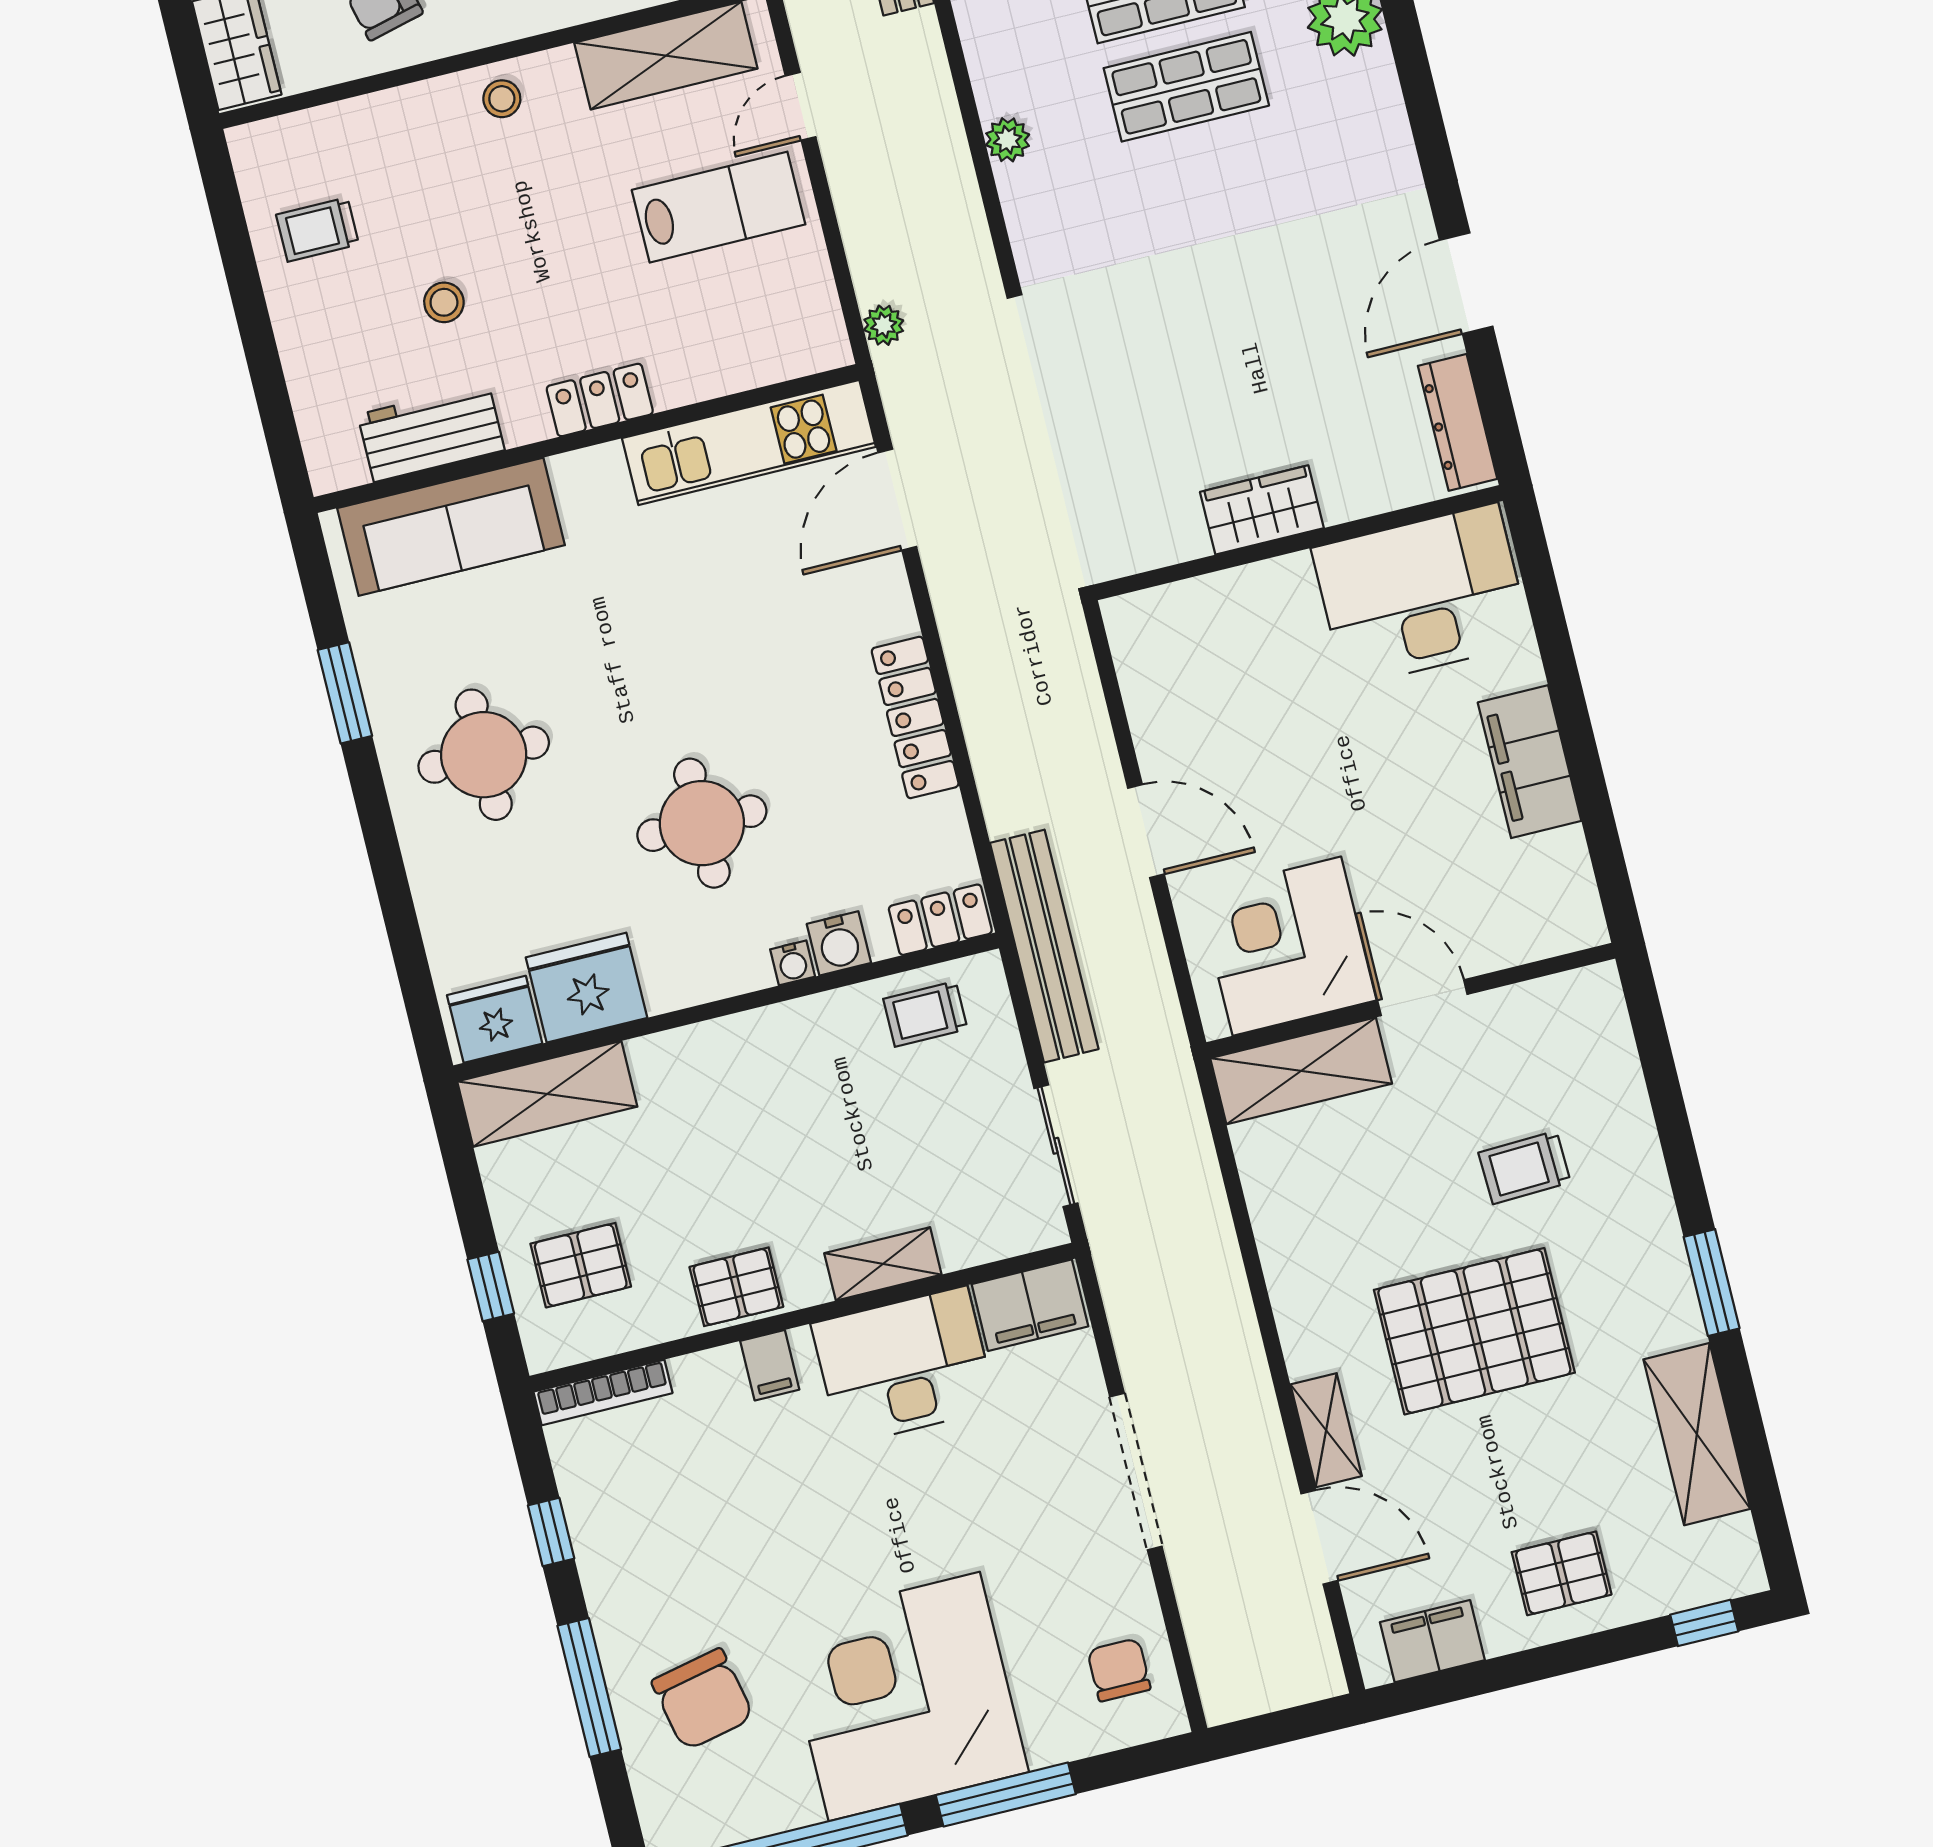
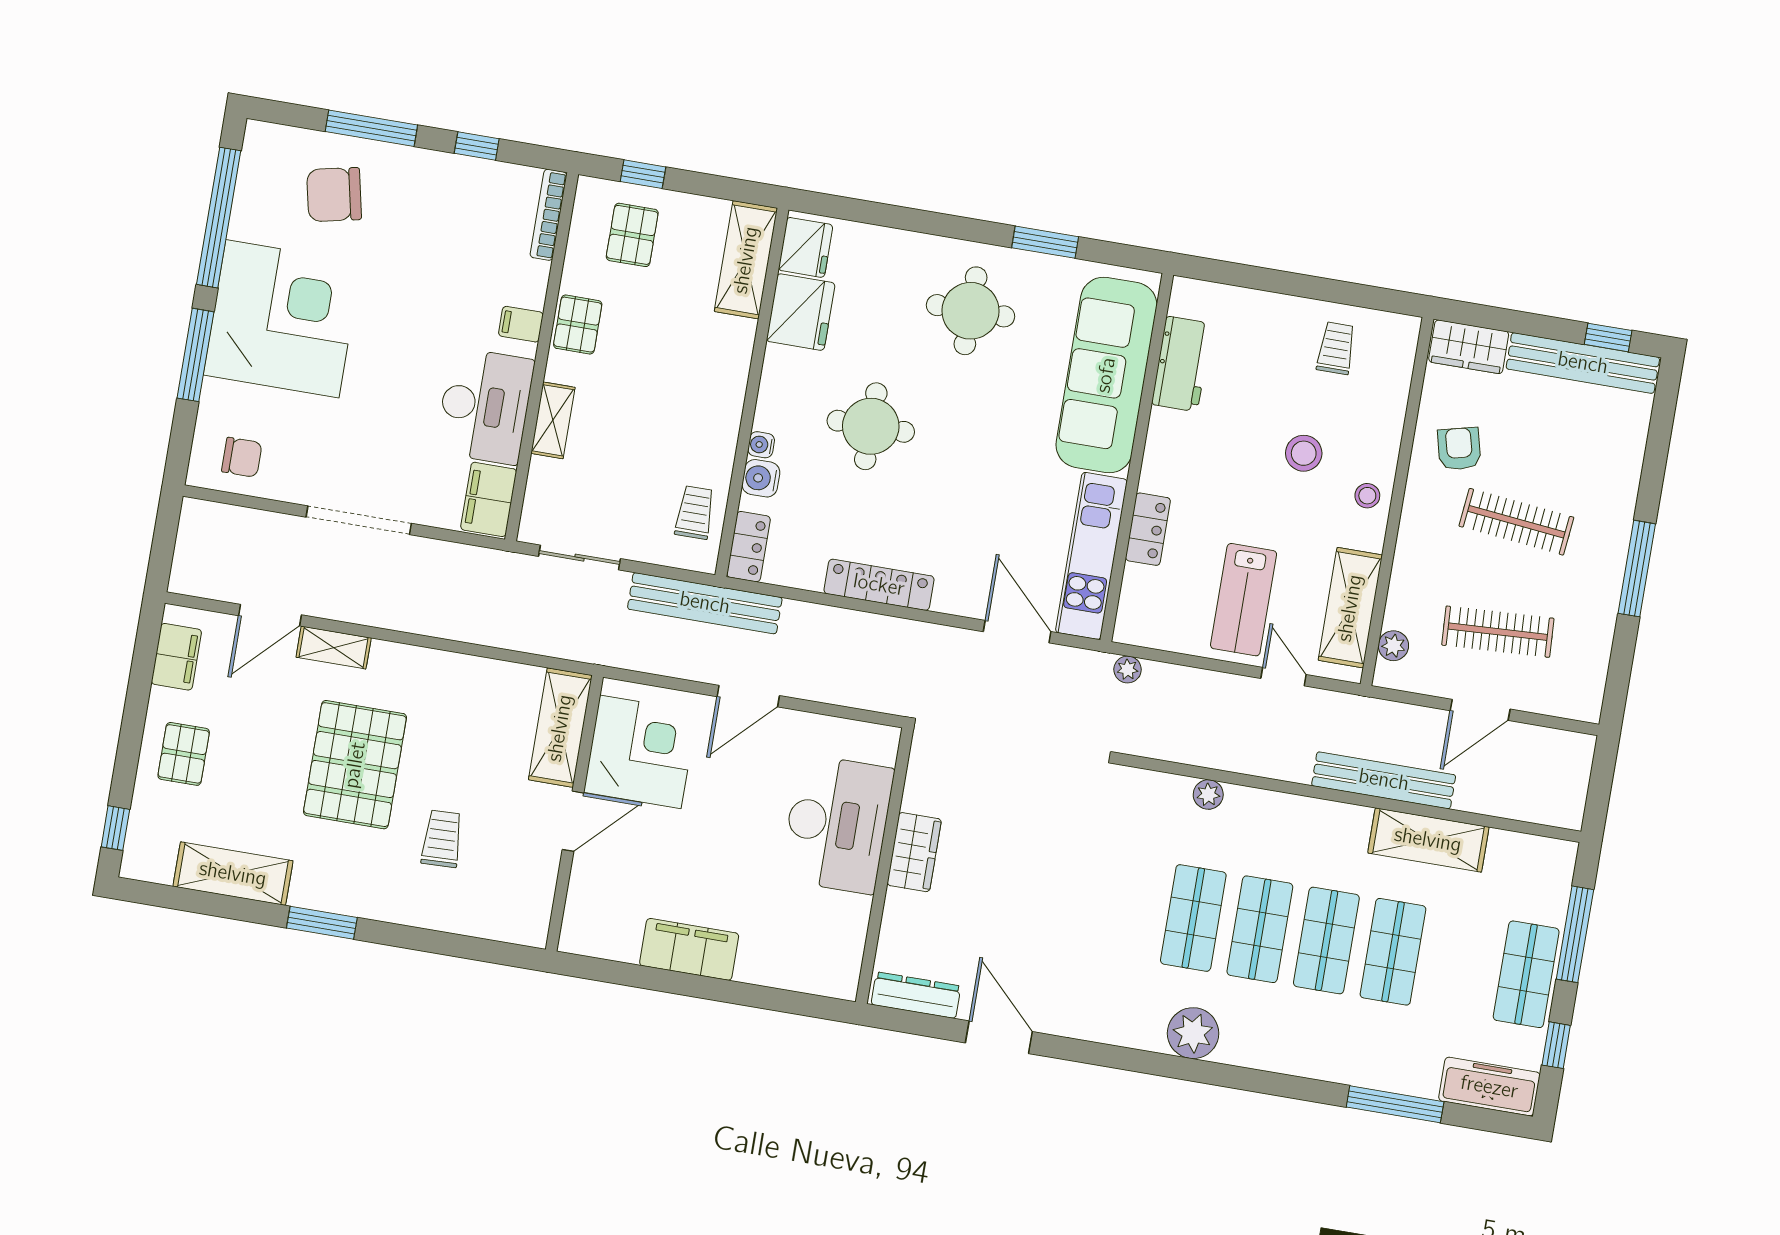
stool: (444, 302) -> (1304, 453), moved, width x1.37, depth x1.37
locker: (600, 400) -> (1148, 529), moved
sofa: (451, 527) -> (1106, 375), width x1.36, depth x1.27
desk: (1422, 595) -> (837, 824), moved

